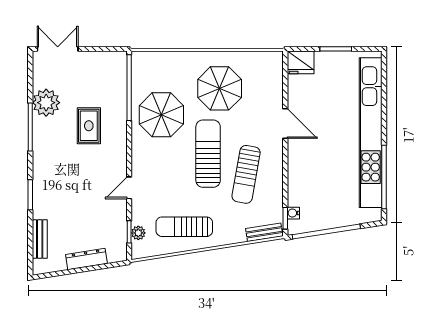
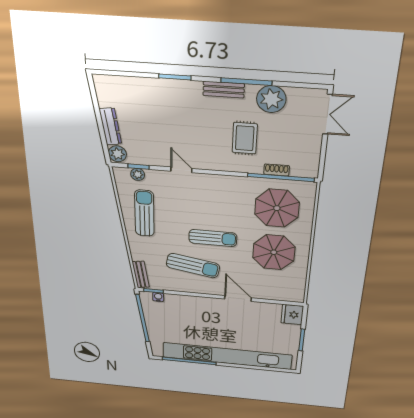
shoe rack: (121, 92) -> (277, 170), added
parasol: (161, 115) -> (277, 208), moved
door: (285, 124) -> (238, 298), swing flipped
rug: (89, 126) -> (245, 138), turned 90
sun lounger: (208, 154) -> (213, 238), width x0.73, depth x0.75
sun lounger: (246, 174) -> (193, 266), turned 180
bench: (40, 239) -> (224, 90), moved
plant: (116, 253) -> (117, 154), added

